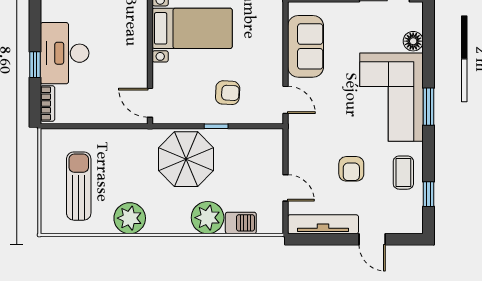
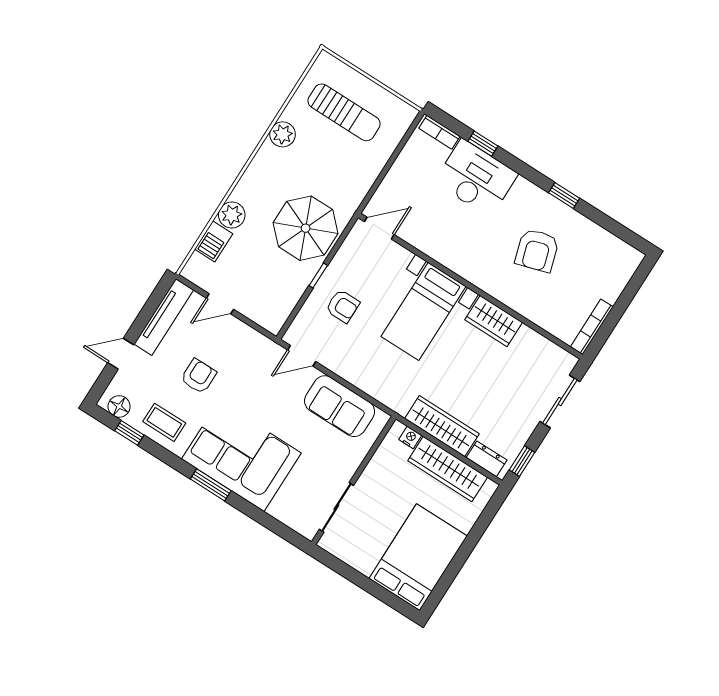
floor lamp: (413, 41) -> (119, 406), moved
armchair: (228, 93) -> (343, 306), turned -93
armchair: (351, 169) -> (199, 376), turned 90
plant: (130, 218) -> (283, 134), width x0.73, depth x0.73
plant: (208, 218) -> (232, 215), width x0.73, depth x0.73

